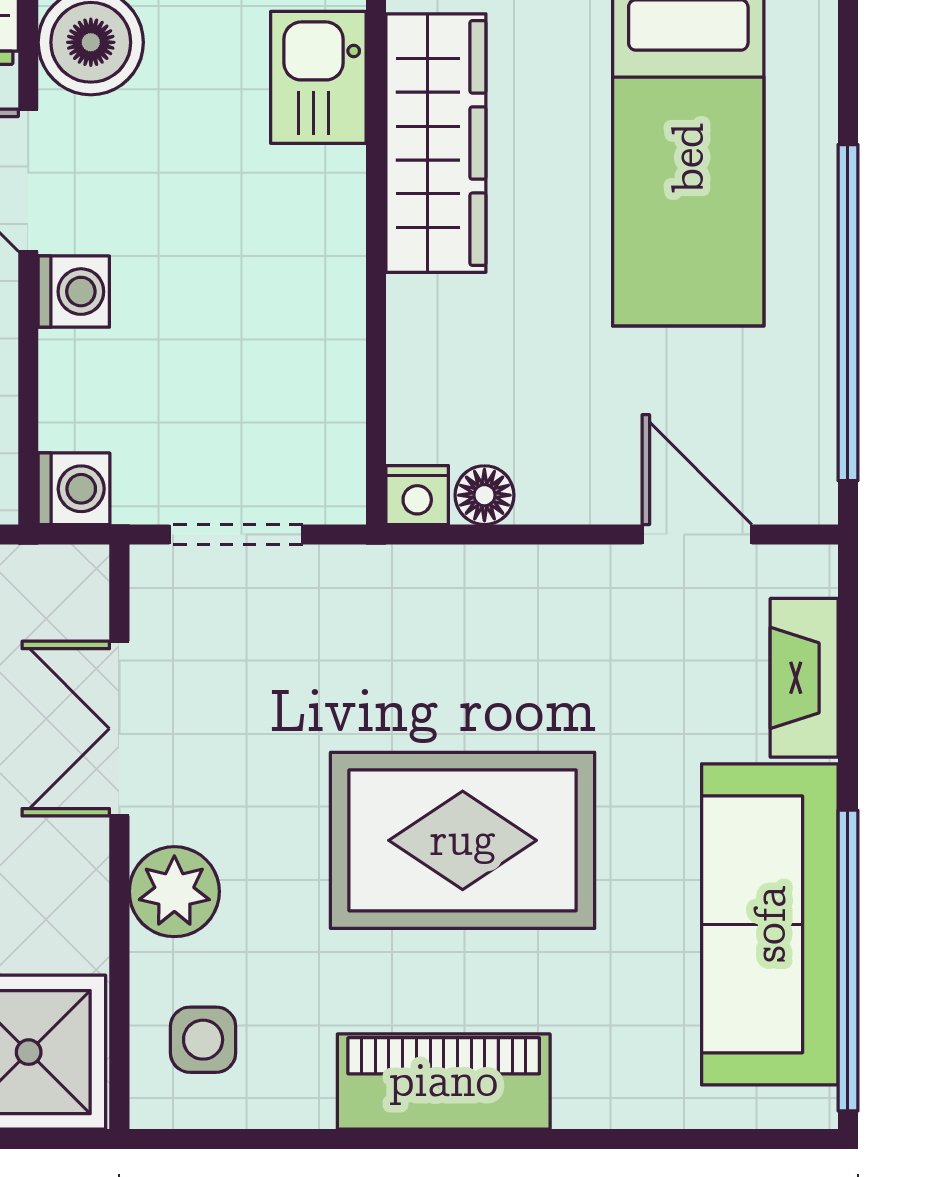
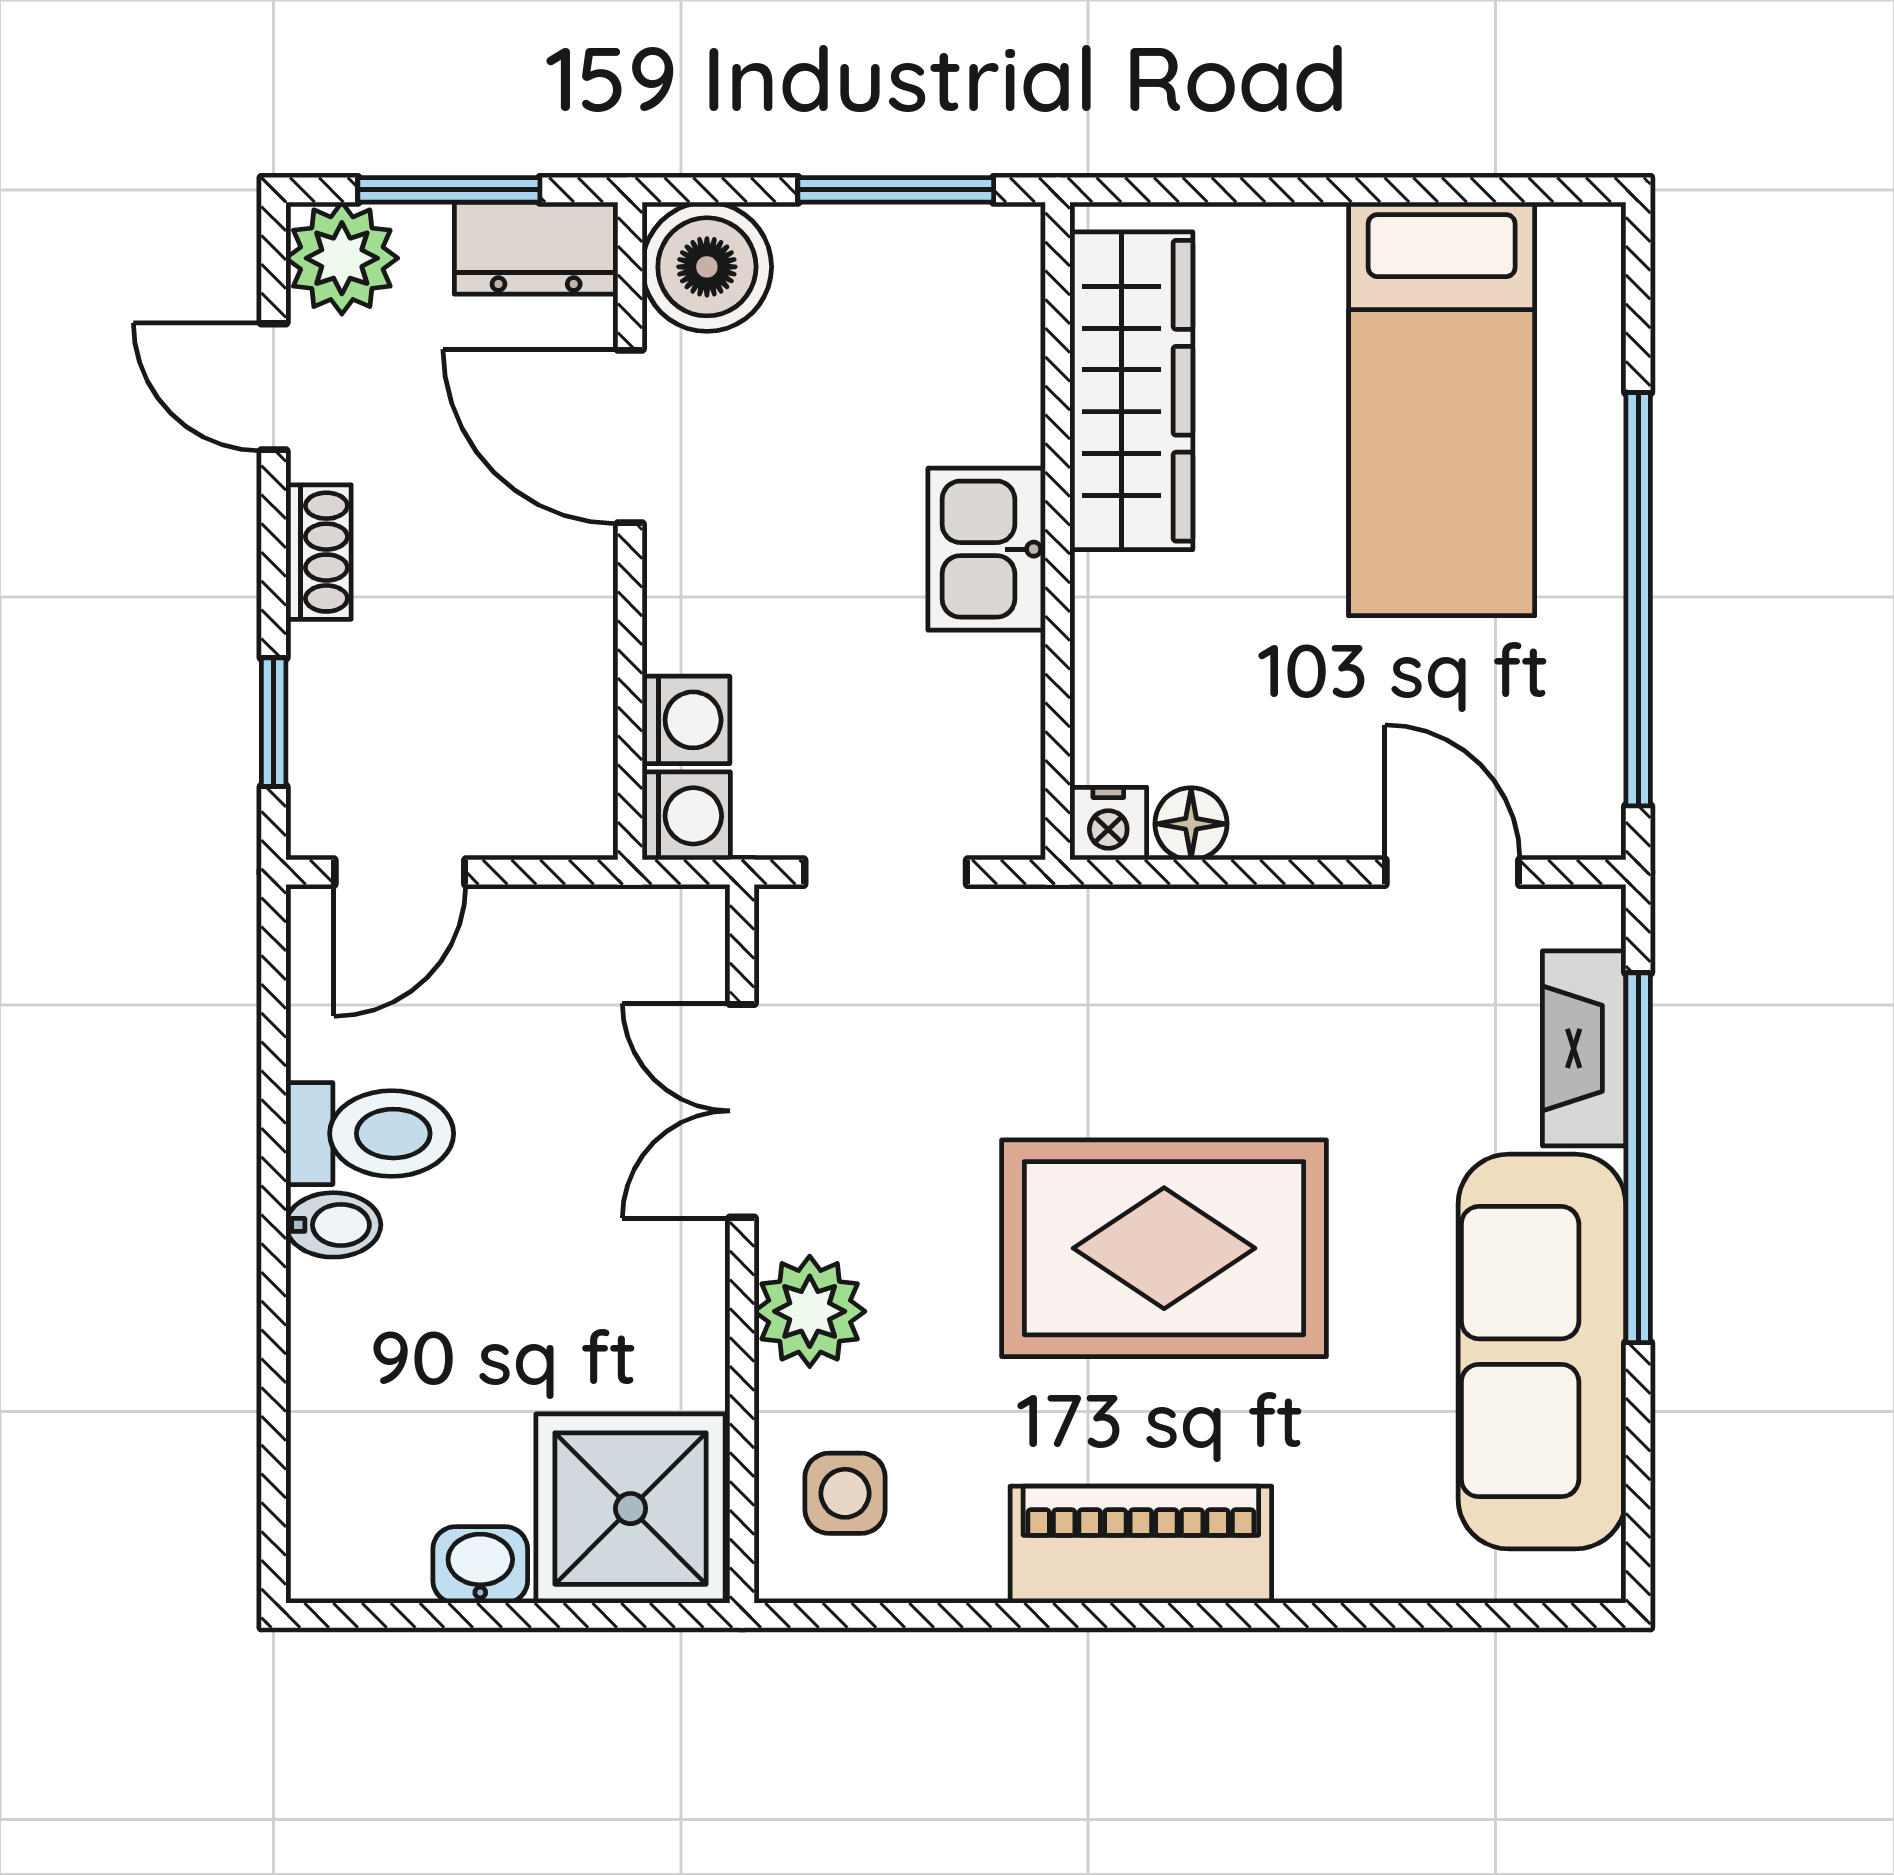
kitchen sink: (318, 77) -> (987, 549), moved
washing machine: (74, 292) -> (686, 720), moved
window: (848, 961) -> (1638, 1158), moved

